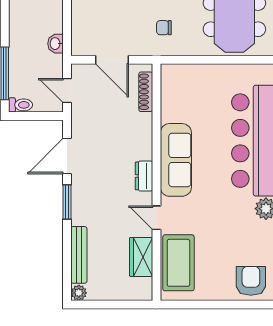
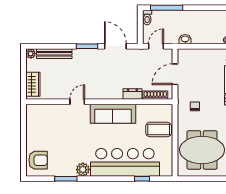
dresser: (144, 176) -> (132, 94), moved
wardrobe: (141, 257) -> (33, 84), moved, turned 90
coffee table: (178, 263) -> (159, 129), moved, width x0.73, depth x0.76

